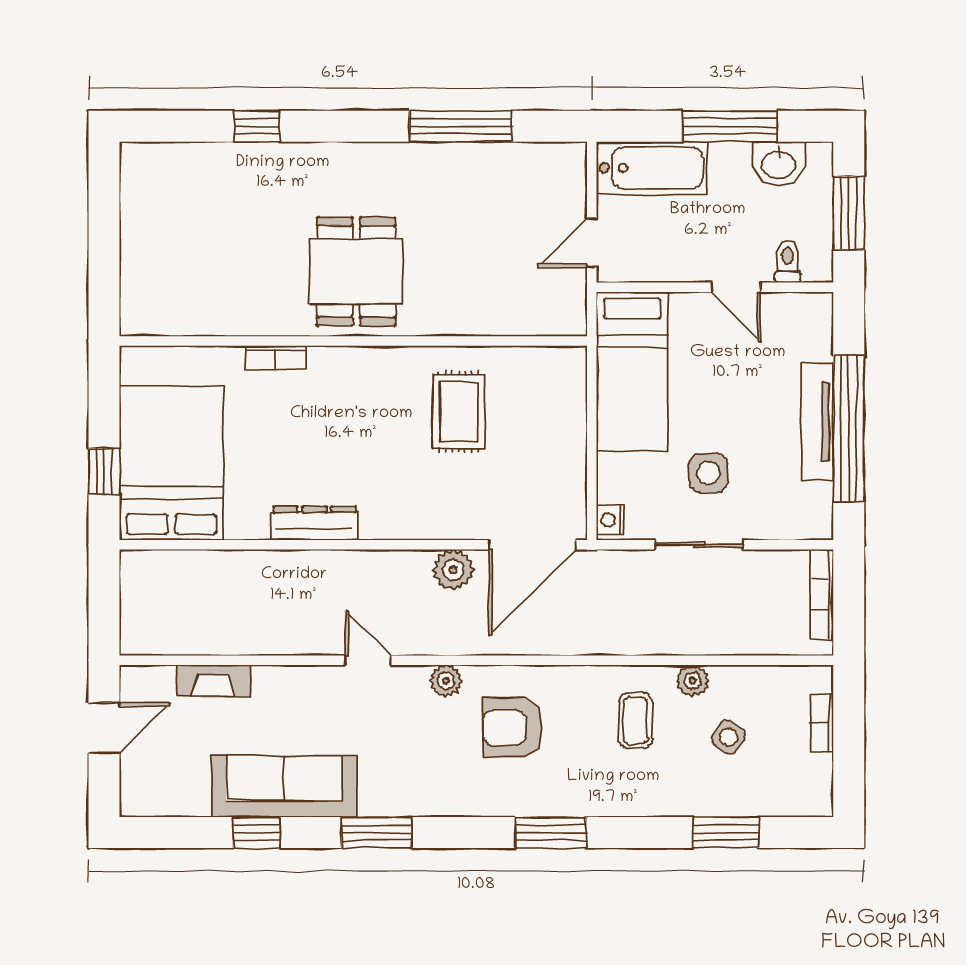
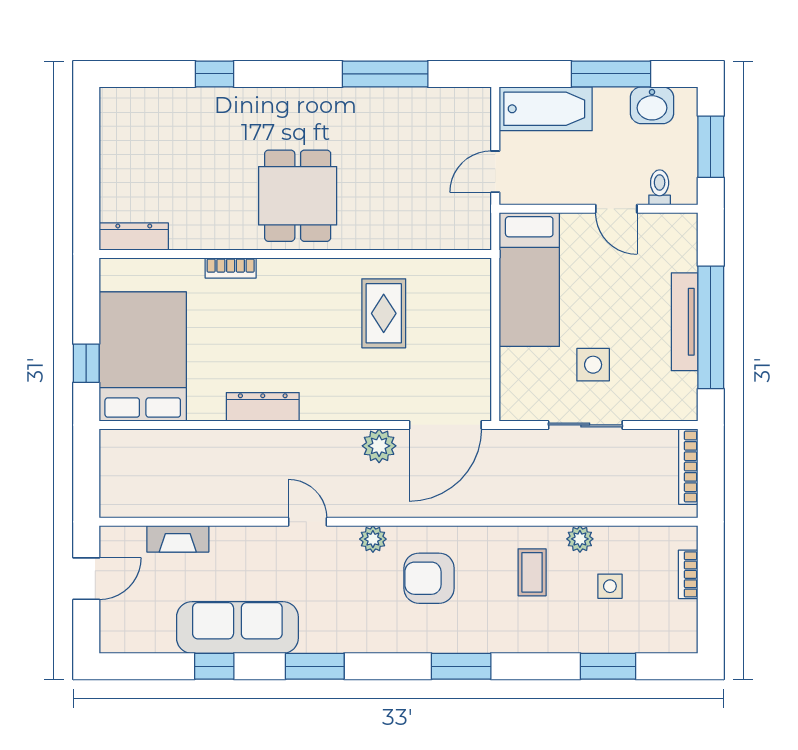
dresser: (161, 320) -> (134, 237), added
nightstand: (610, 520) -> (511, 404), removed
side table: (728, 737) -> (610, 586), turned -34

